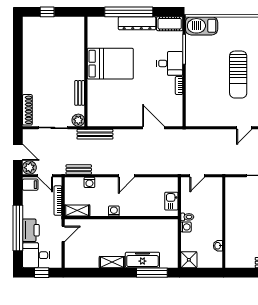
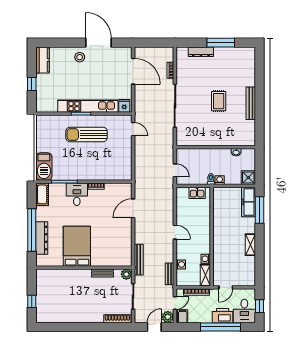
dresser: (137, 23) -> (42, 238), moved
sun lounger: (238, 75) -> (87, 134), turned 180
washing machine: (114, 211) -> (206, 259), moved
door: (63, 234) -> (226, 287), swing flipped
freezer: (142, 260) -> (248, 202), moved

